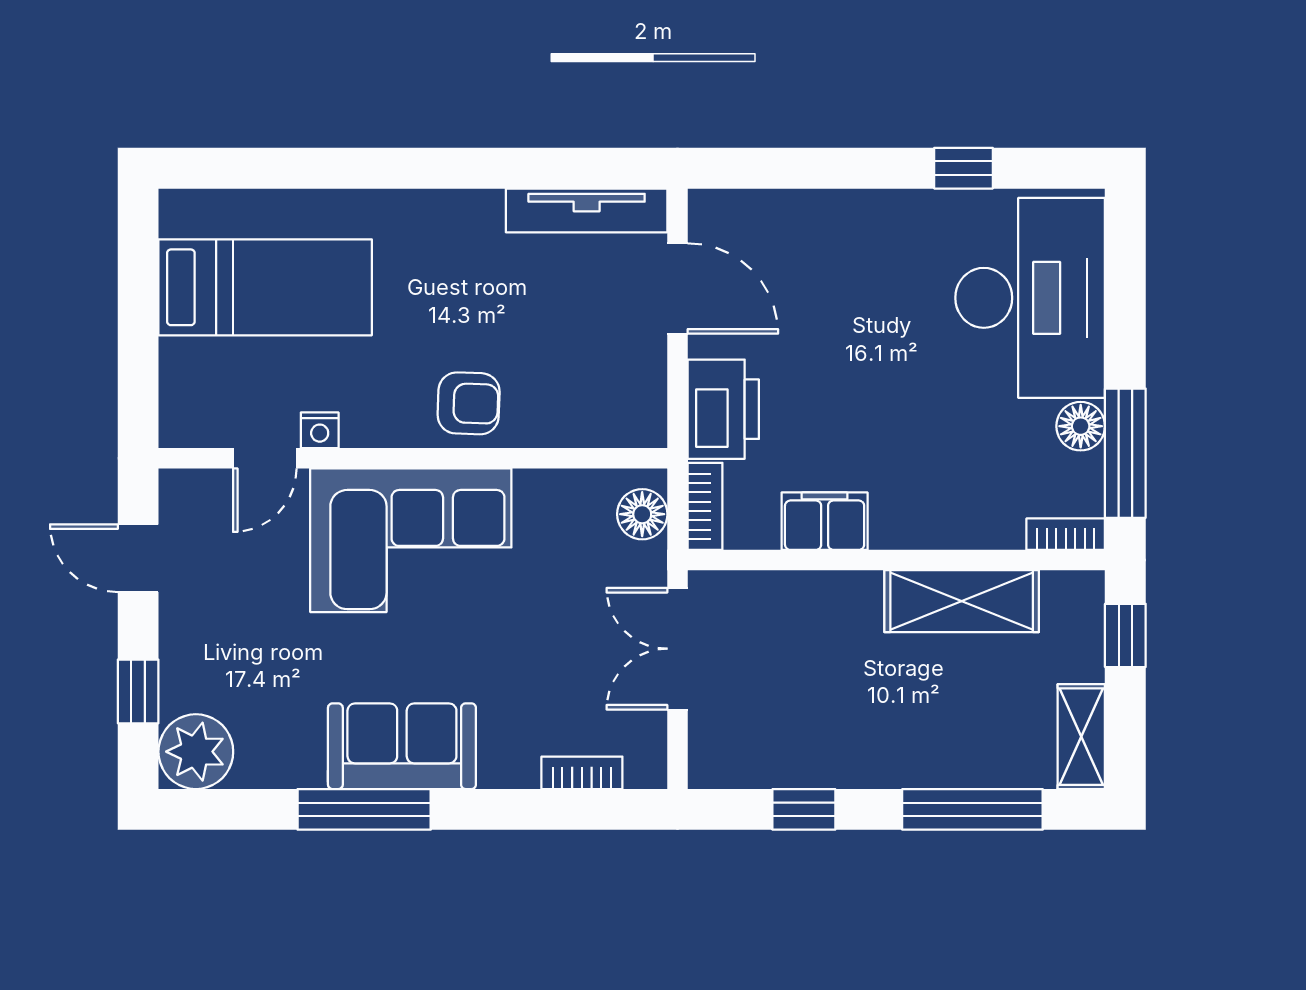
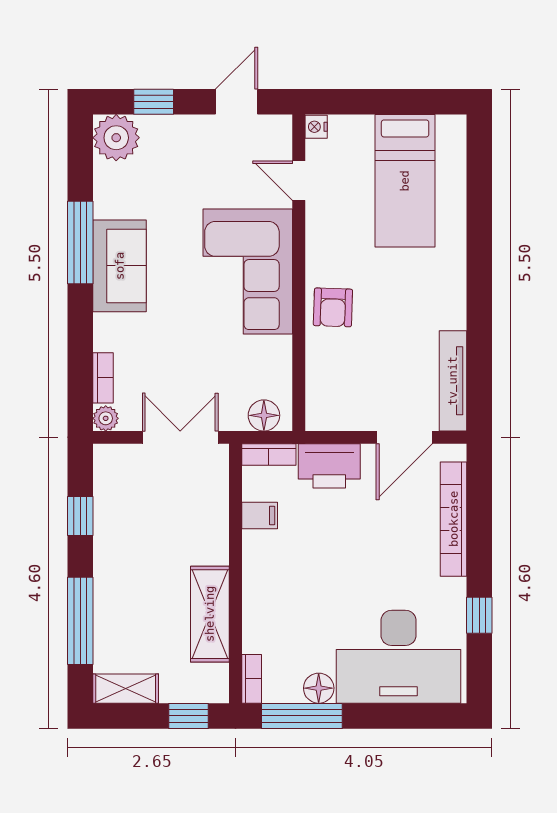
bookcase: (809, 209) -> (454, 519), added
nightstand: (320, 430) -> (316, 127), moved
filing cabinet: (825, 521) -> (260, 515), width x0.50
plant: (647, 769) -> (106, 418), added

